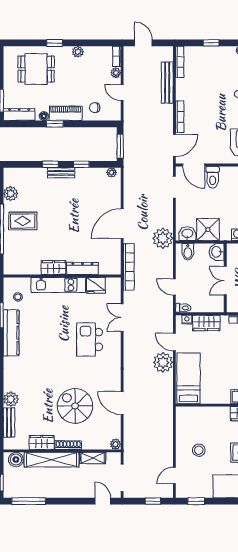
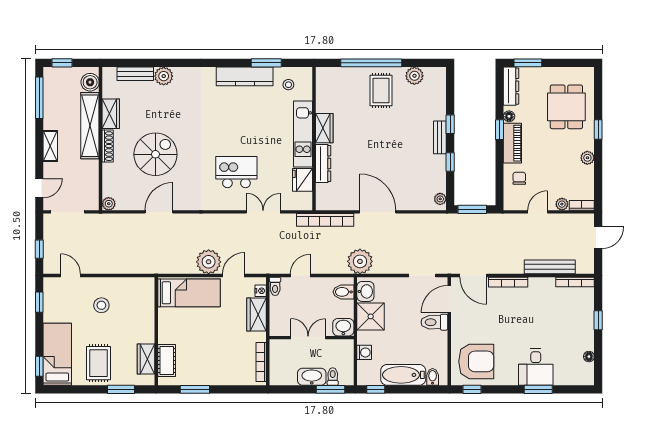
shelving: (93, 458) -> (50, 146), moved

